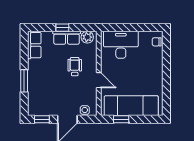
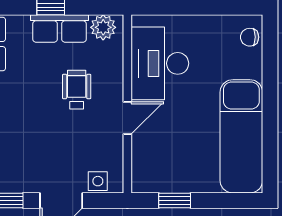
desk: (121, 45) -> (160, 63), moved, turned -90
door: (99, 80) -> (127, 118), hinge flipped
exam couch: (131, 106) -> (241, 136), moved, turned -90

